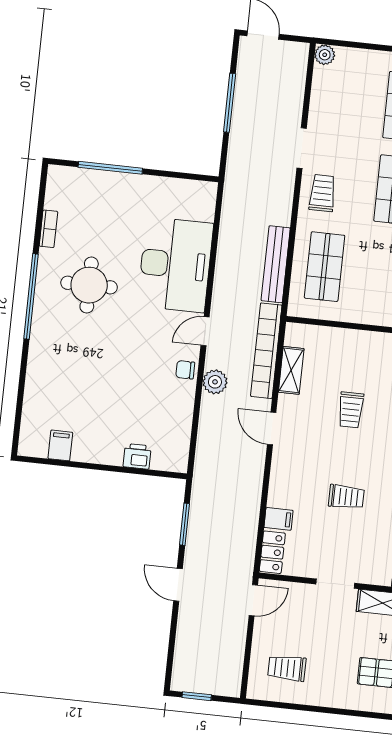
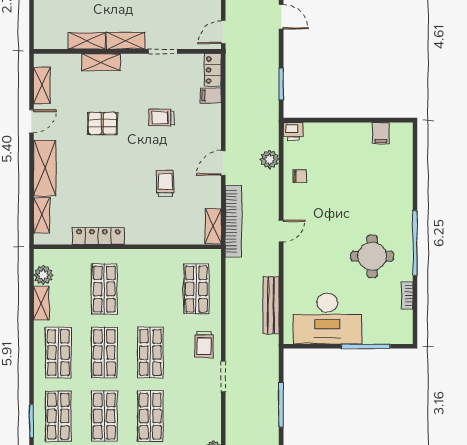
bench: (276, 264) -> (271, 305), moved
desk: (175, 265) -> (327, 318), moved, turned -90
chair: (185, 370) -> (299, 176), moved
shelving: (291, 370) -> (213, 226), moved
plant: (215, 382) -> (270, 159), moved
door: (272, 429) -> (223, 163), swing flipped
printer: (137, 456) -> (293, 131), moved
door: (178, 585) -> (281, 17), moved

